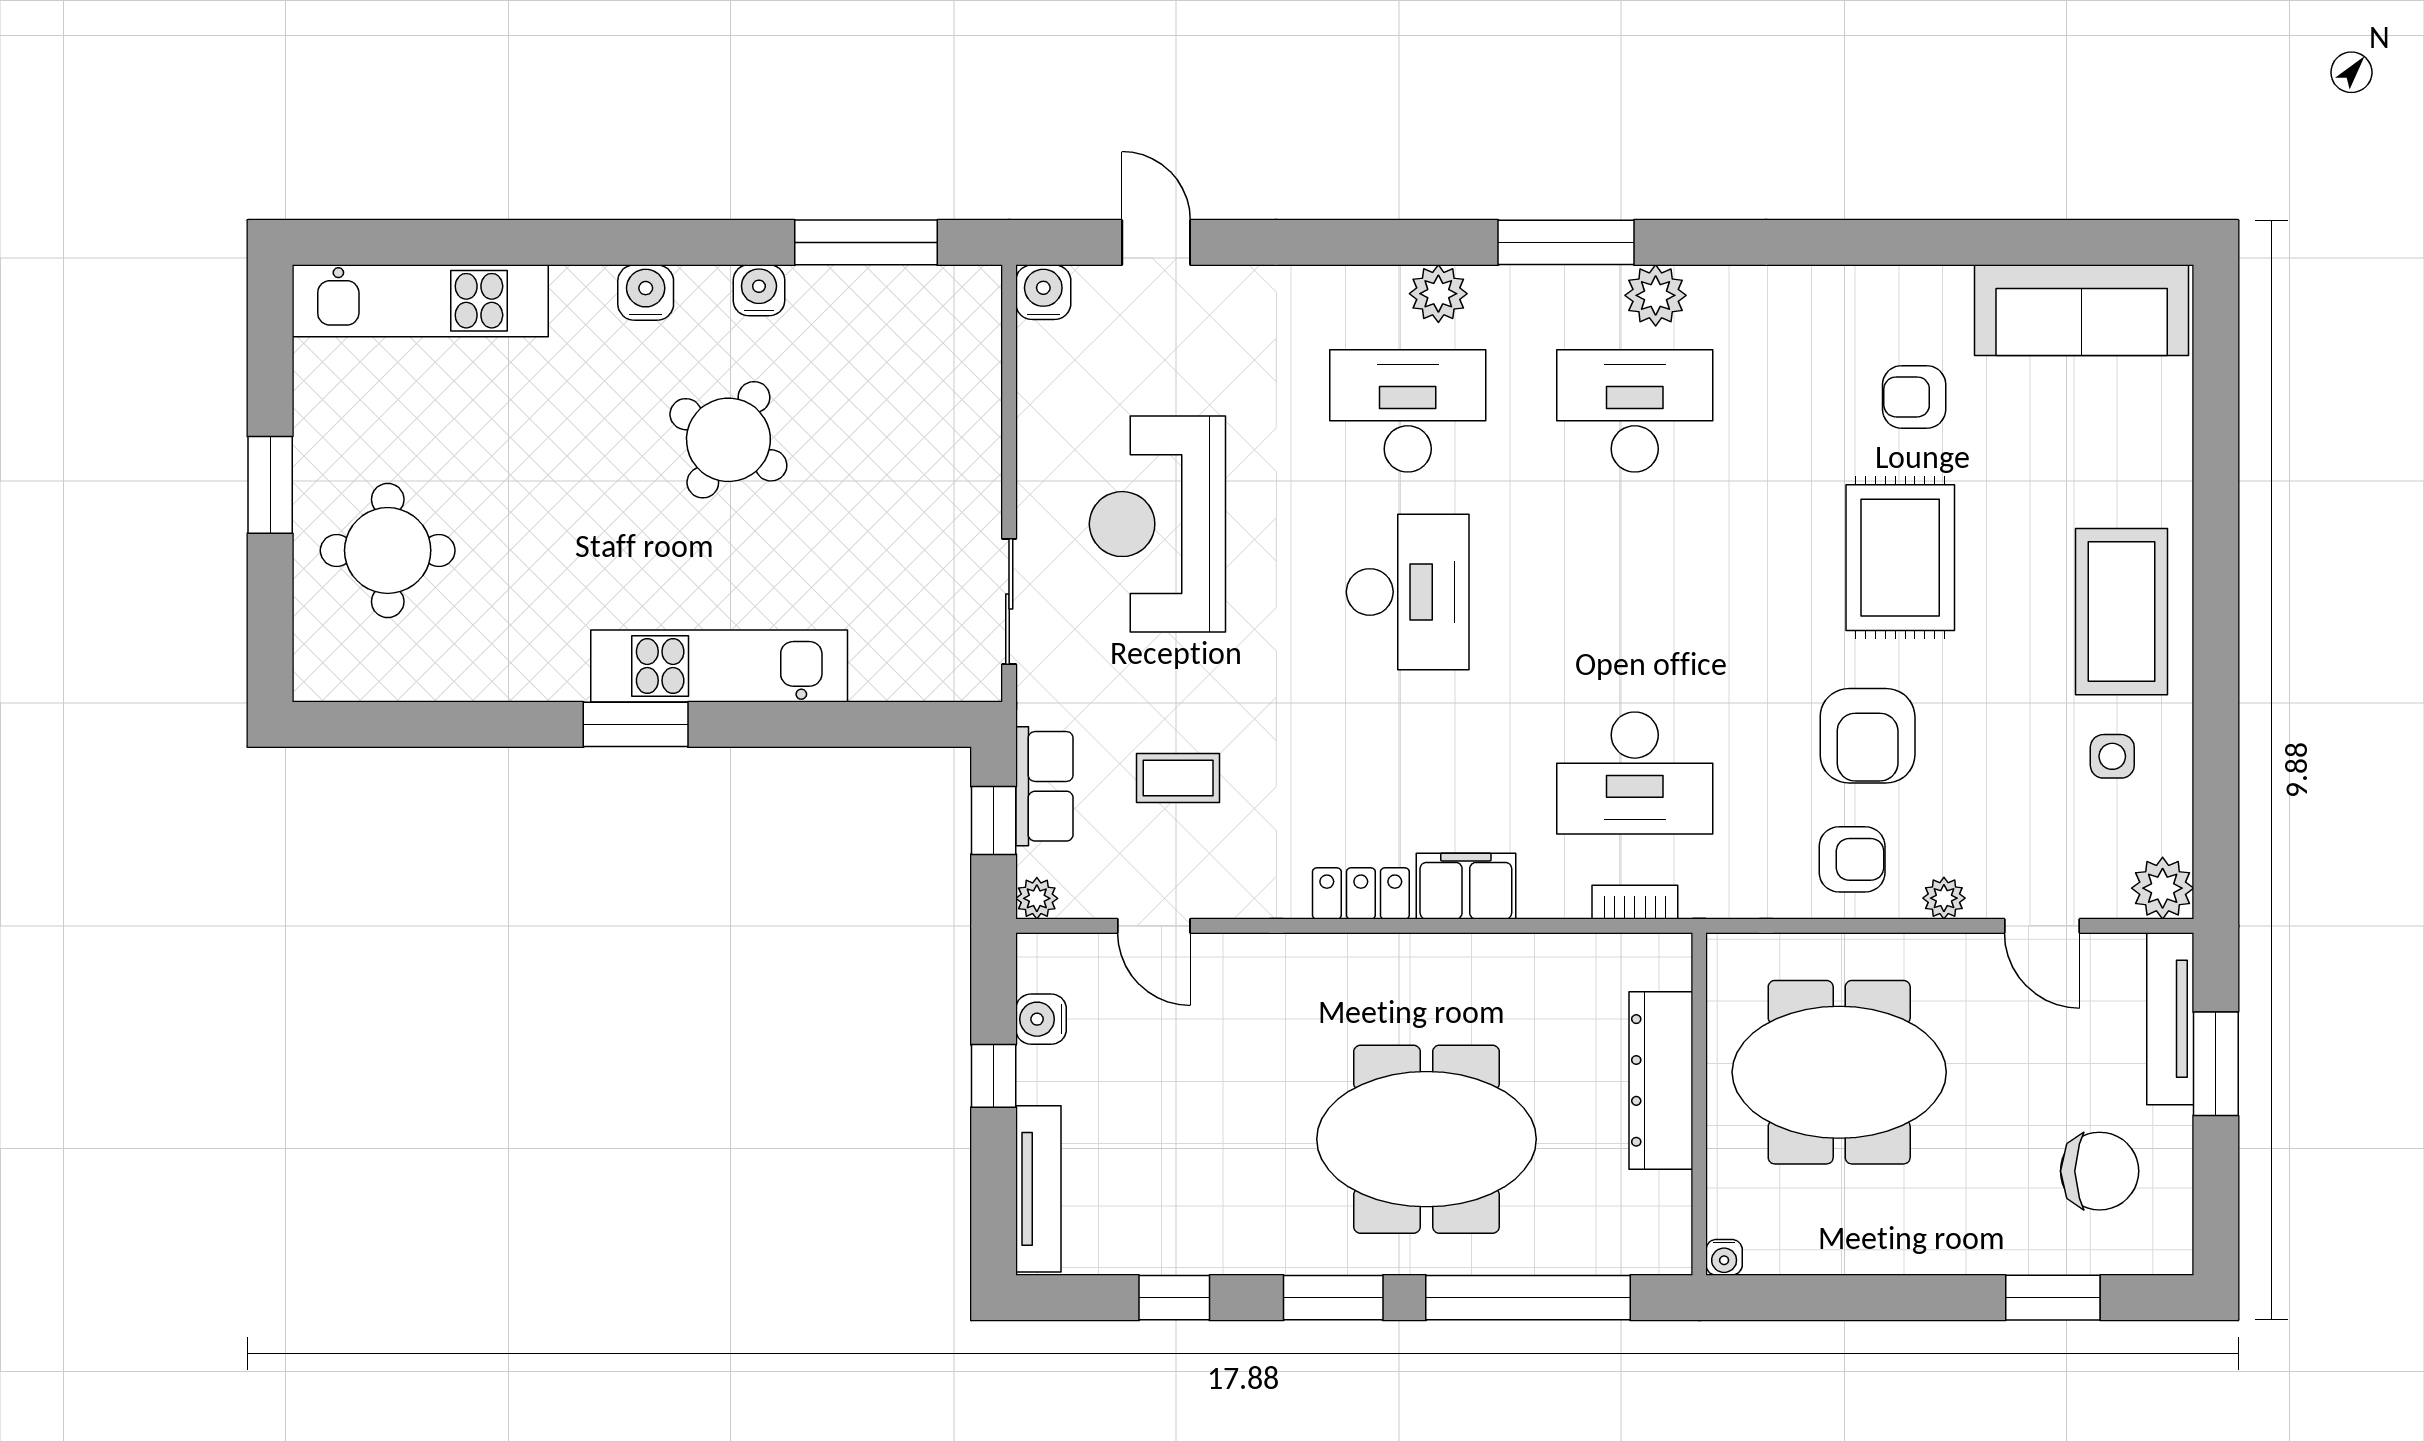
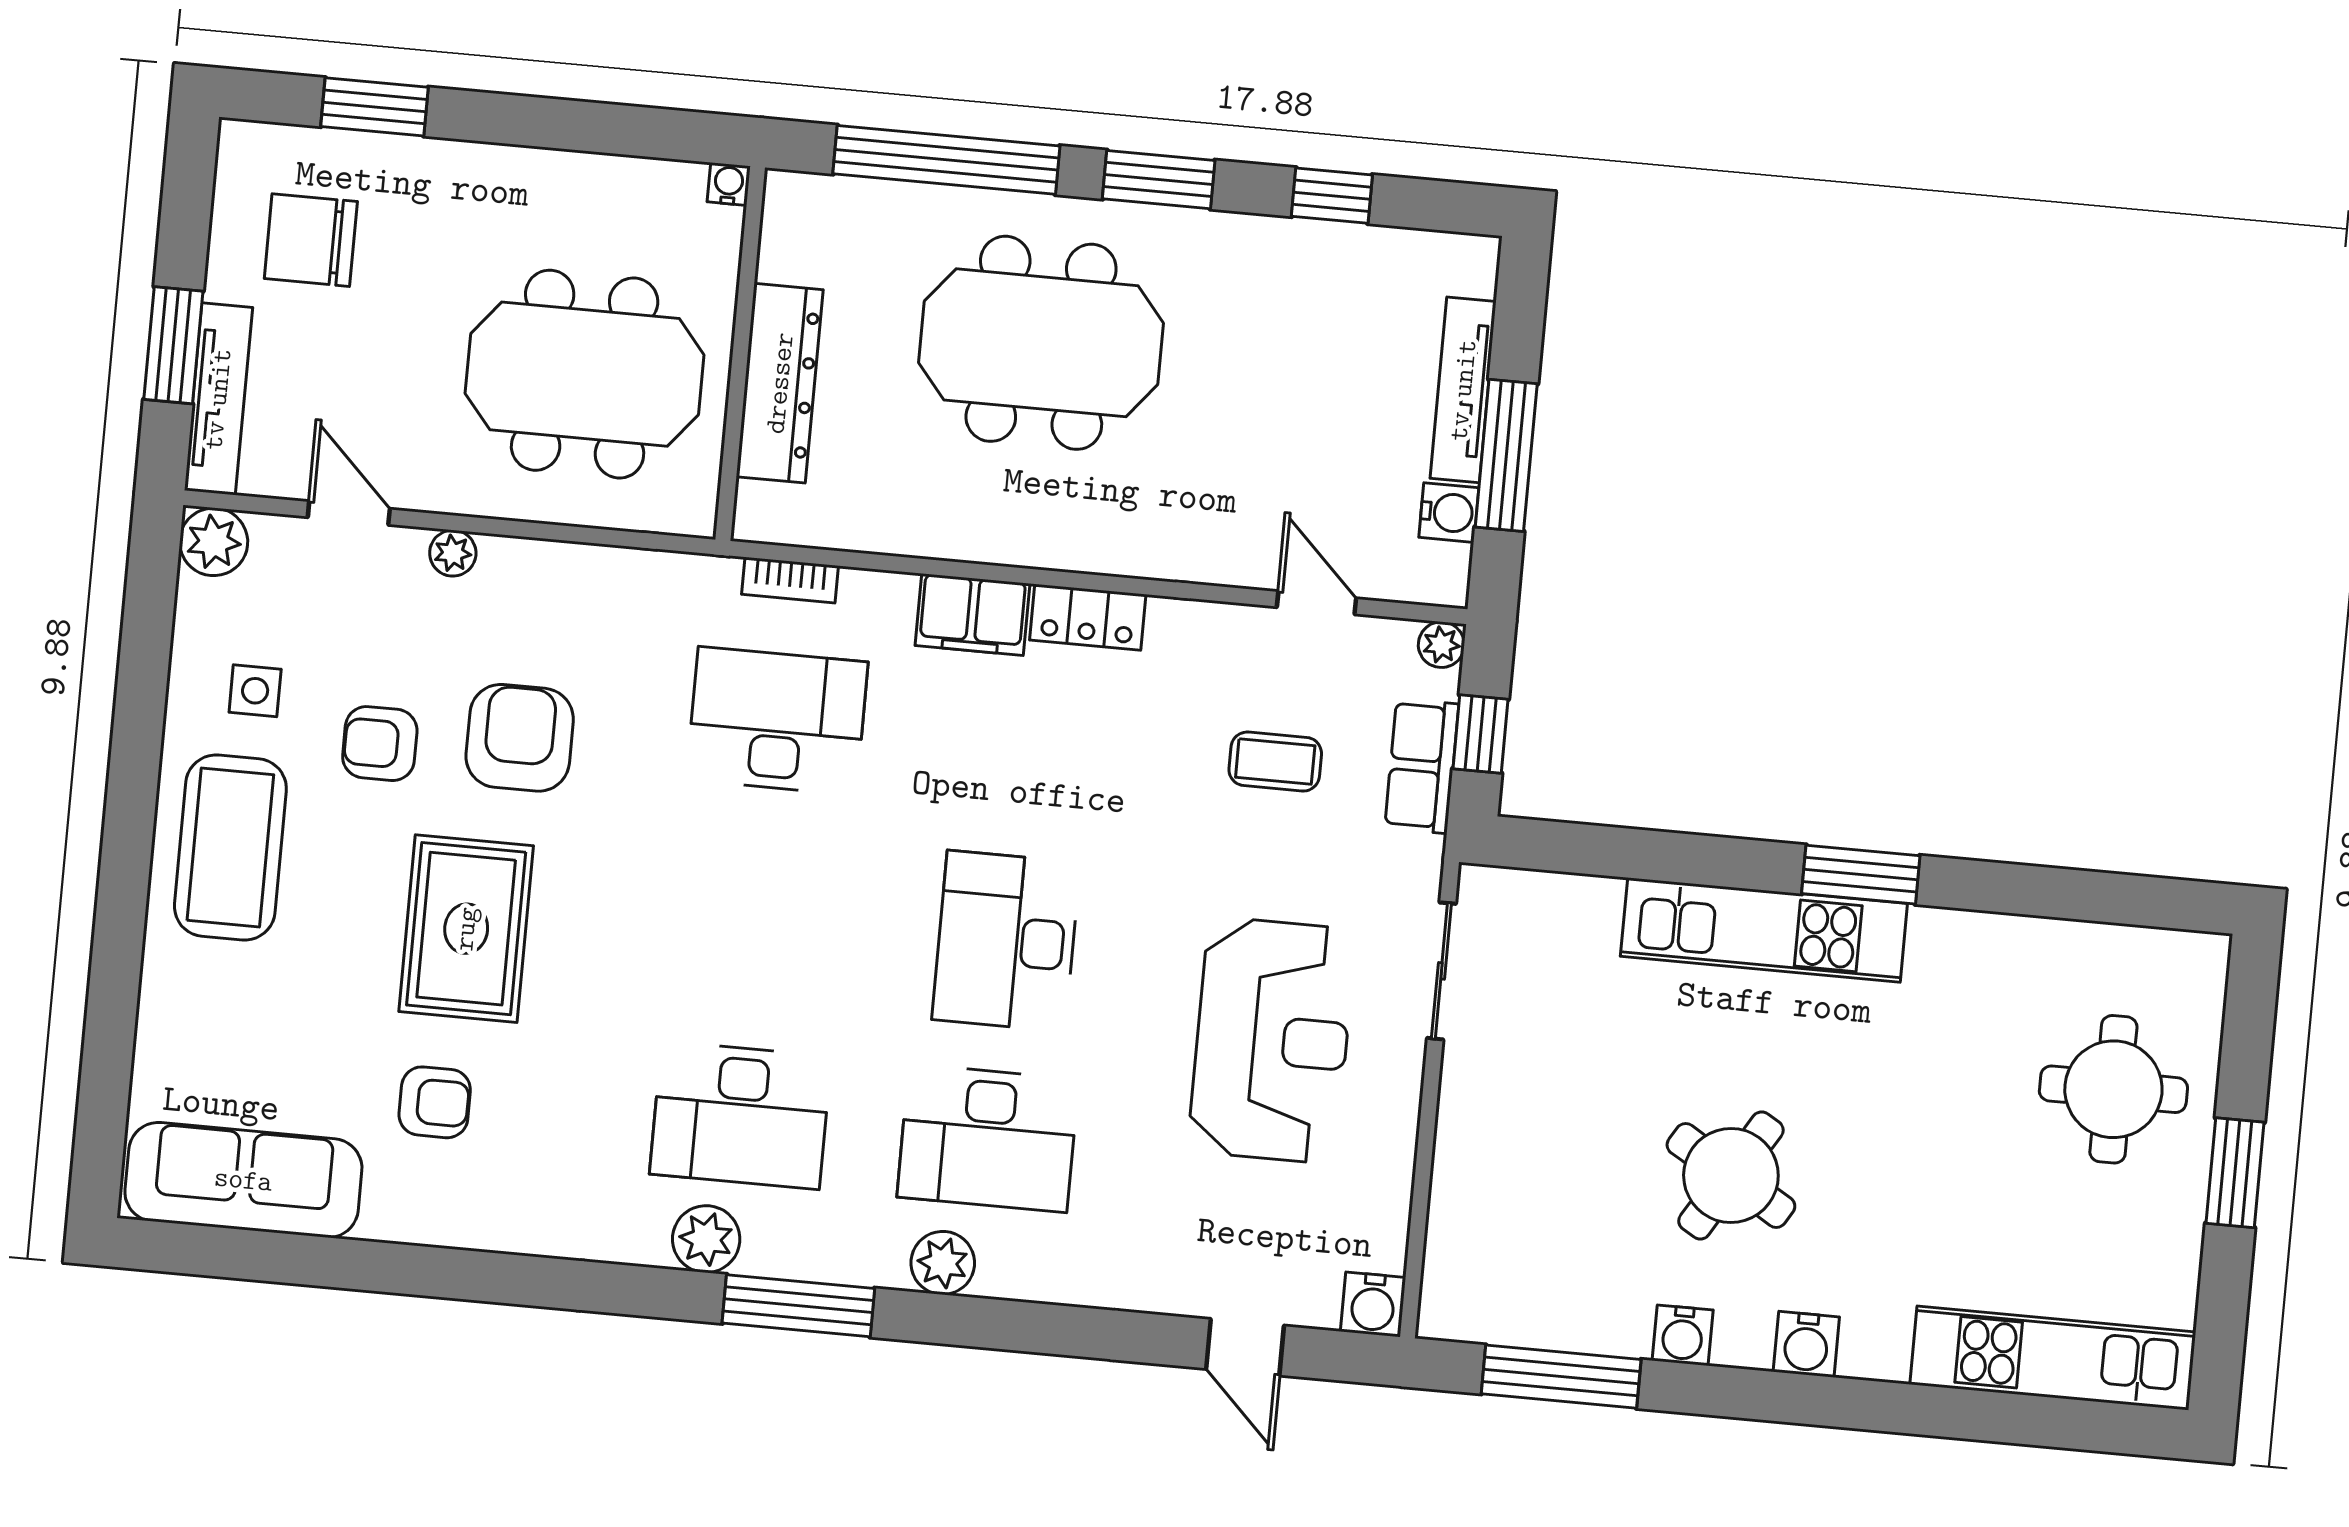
armchair: (1852, 859) -> (380, 744), moved
window: (994, 1076) -> (1506, 455), width x2.17
tv unit: (1038, 1189) -> (1463, 390), moved

